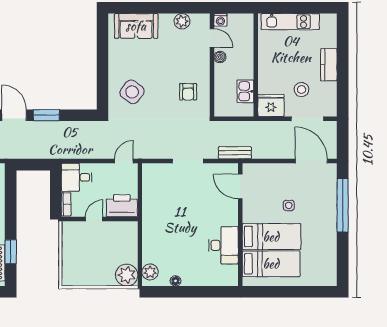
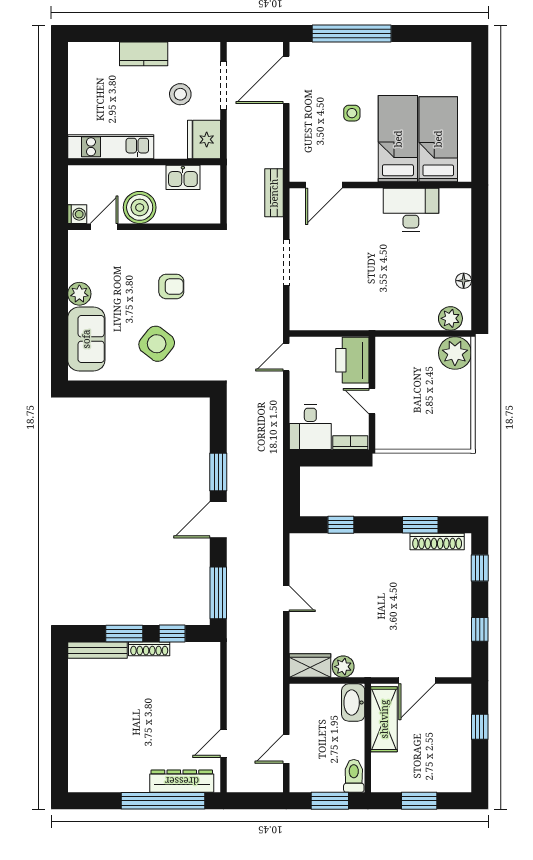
plant: (182, 21) -> (79, 294), moved
kitchen unit: (290, 22) -> (111, 147), moved, turned -90
boiler: (220, 57) -> (140, 207), width x1.86, depth x1.86
side table: (132, 92) -> (157, 344), moved
armchair: (188, 92) -> (171, 286), moved
door: (124, 161) -> (286, 357), hinge flipped
window: (11, 198) -> (341, 525), added

